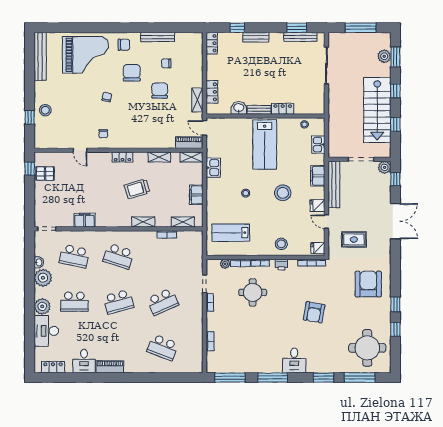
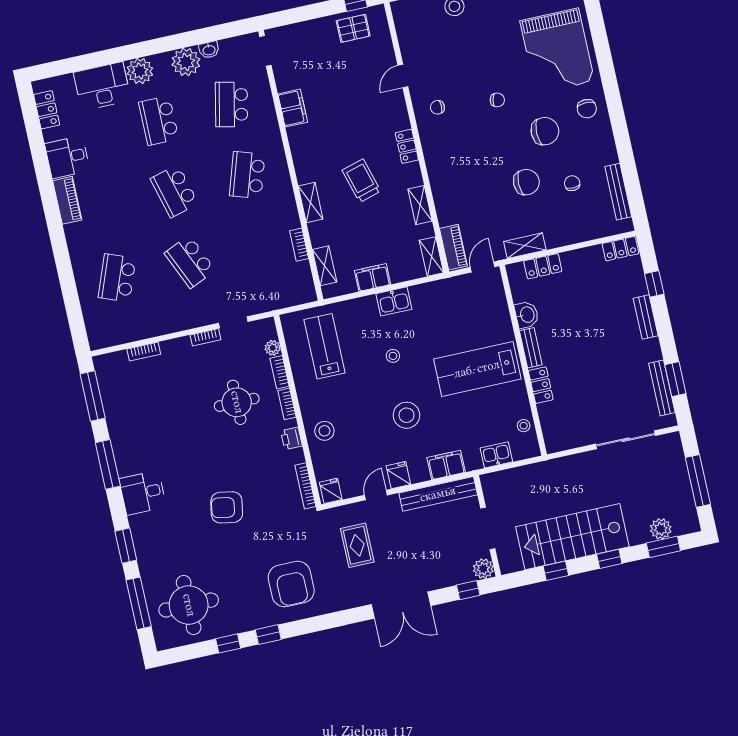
bench: (158, 37) -> (618, 192), moved
kitchen sink: (213, 168) -> (394, 301), moved
pallet: (45, 174) -> (353, 28), turned 90
armchair: (368, 284) -> (291, 584), turned 90

